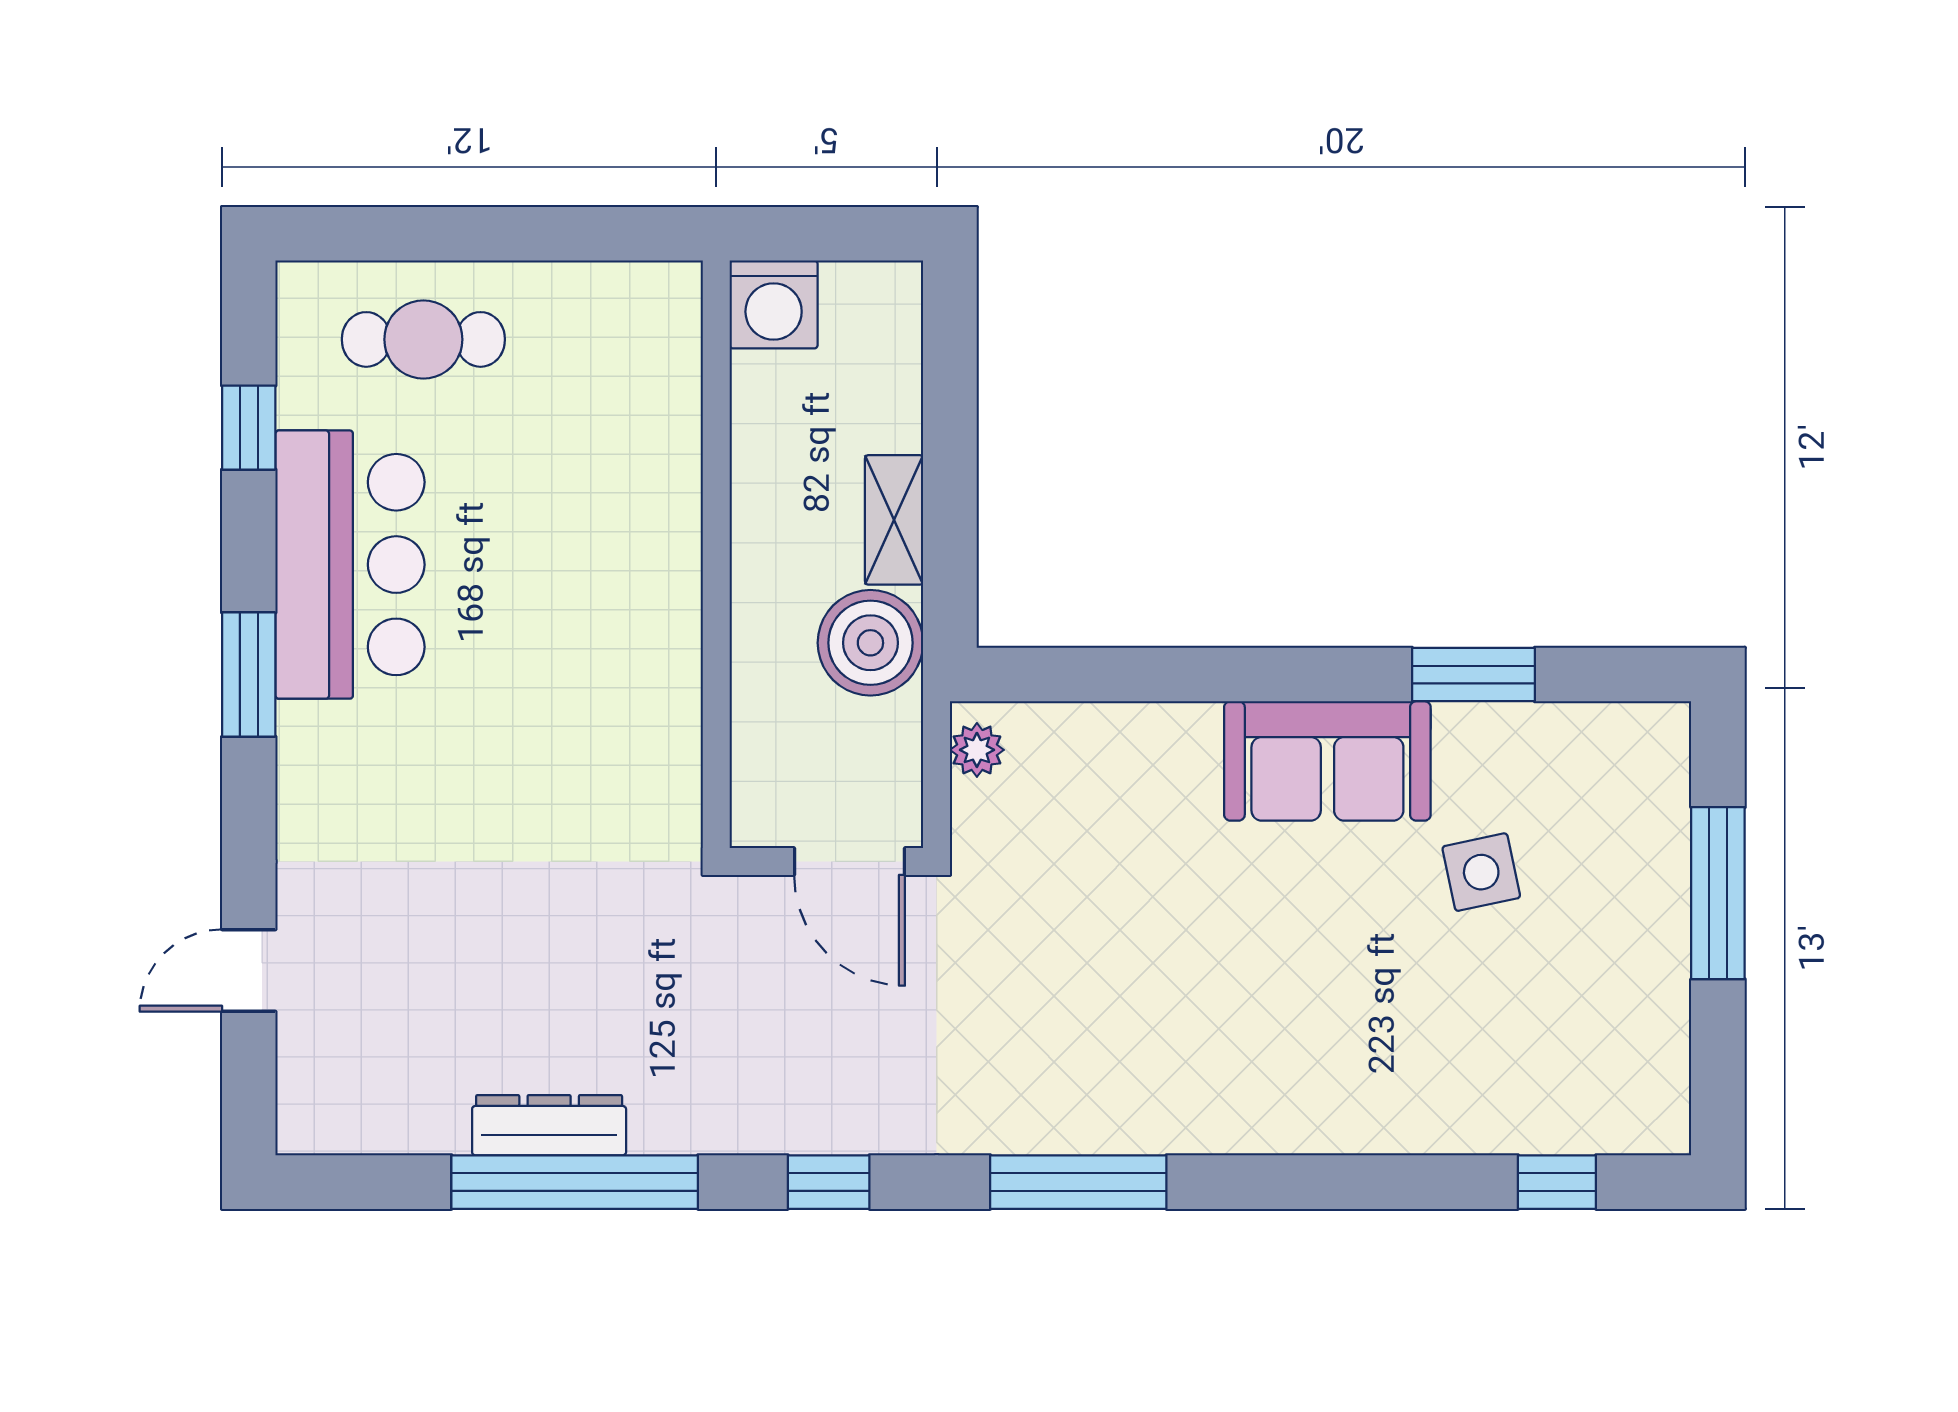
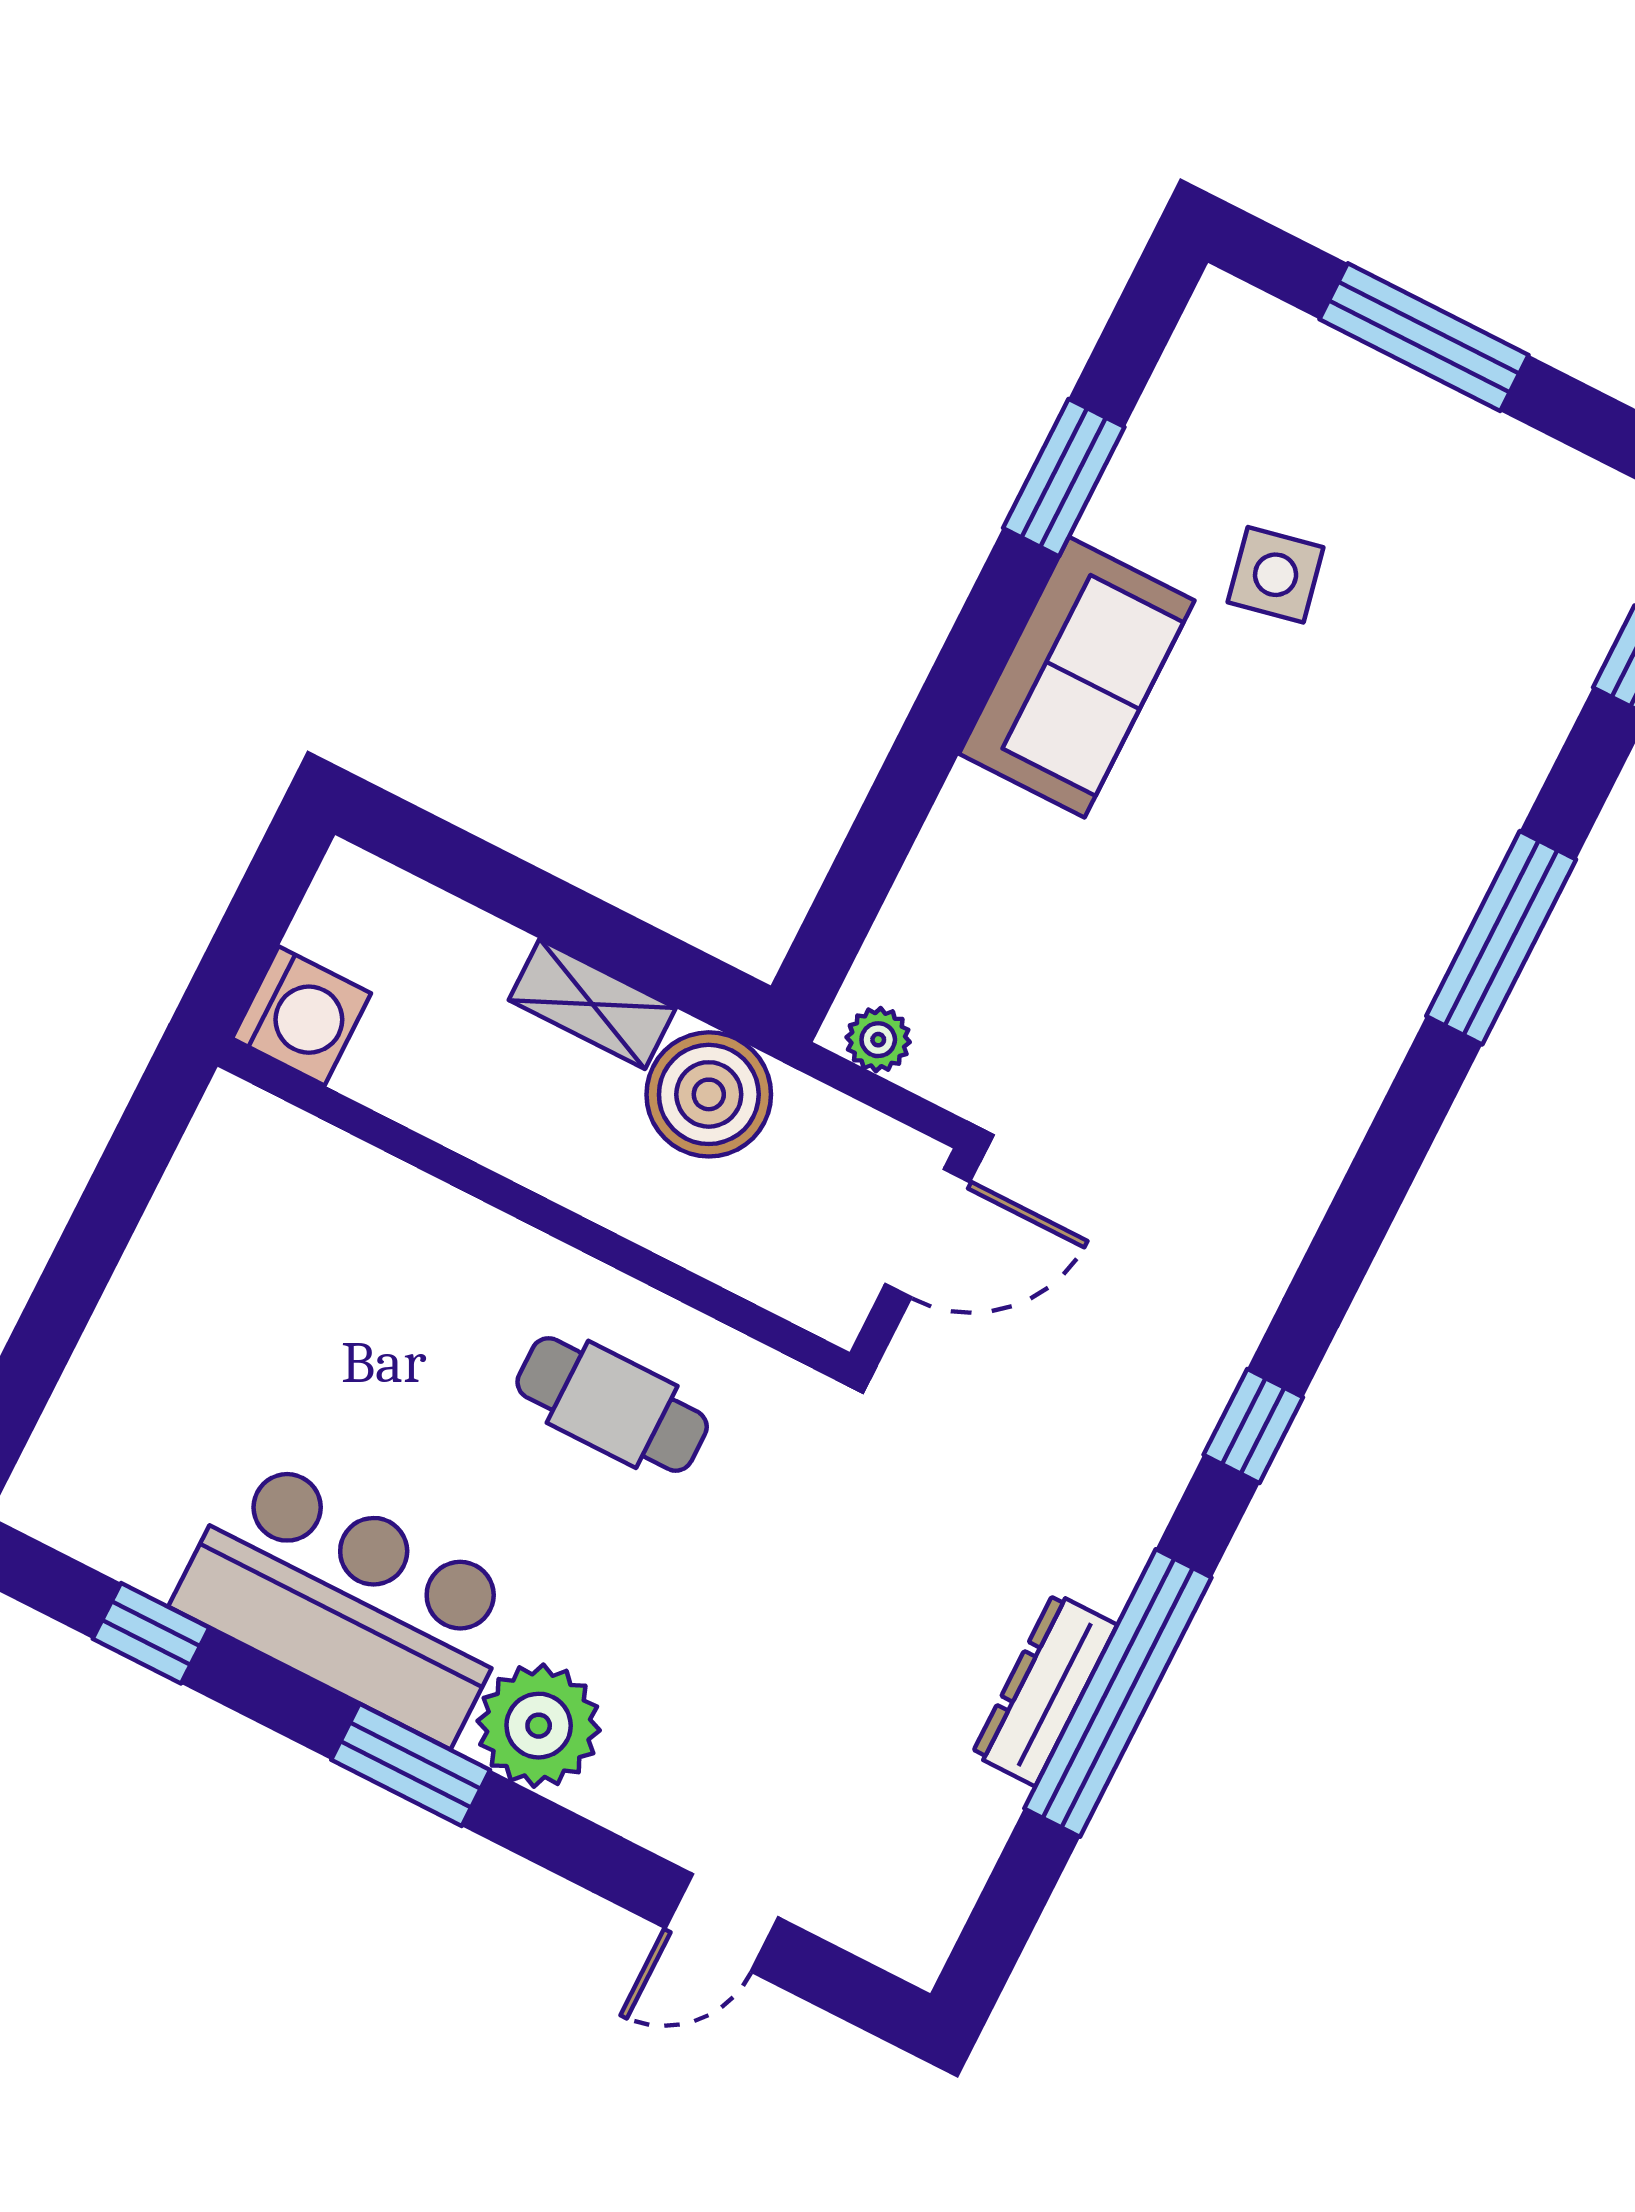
cafe table: (423, 339) -> (612, 1404), moved, turned 90
plant: (328, 756) -> (539, 1726), added
door: (249, 971) -> (722, 1923), hinge flipped
window: (1078, 1182) -> (1501, 938), moved

